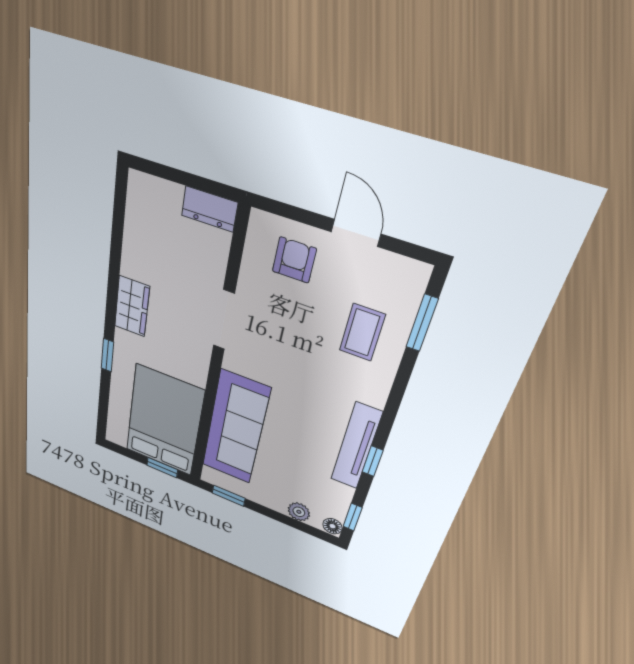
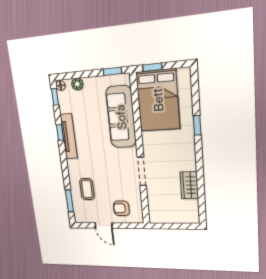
dresser: (209, 209) -> (160, 217), removed
armchair: (294, 260) -> (121, 208), turned 90
wardrobe: (132, 306) -> (189, 185), moved

